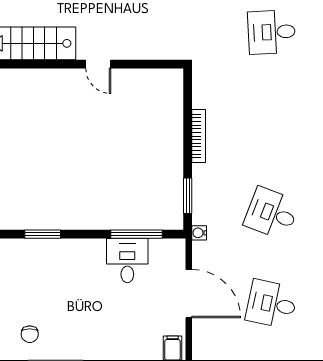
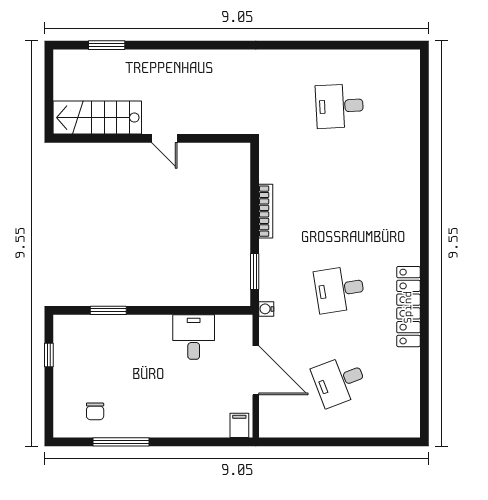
desk: (272, 213) -> (340, 289), turned -30
window: (137, 234) -> (203, 310), removed
desk: (272, 304) -> (340, 381), turned -33

